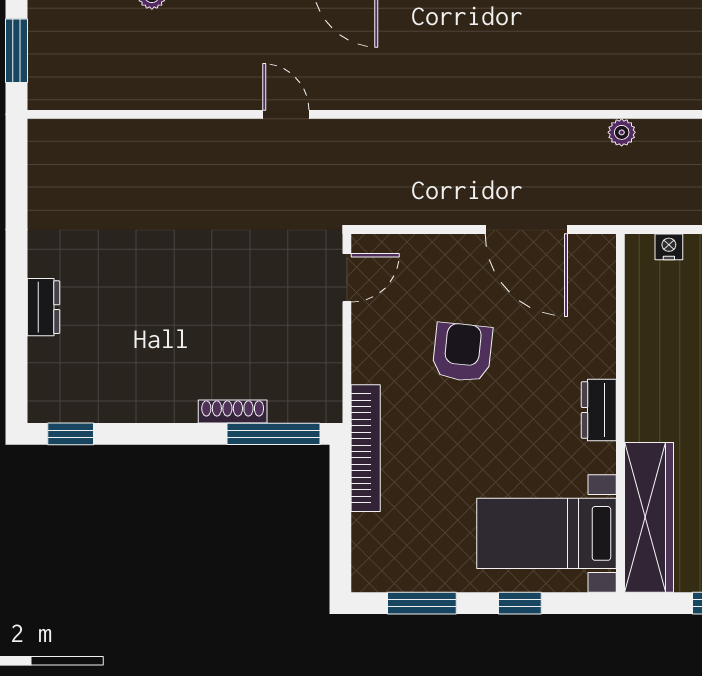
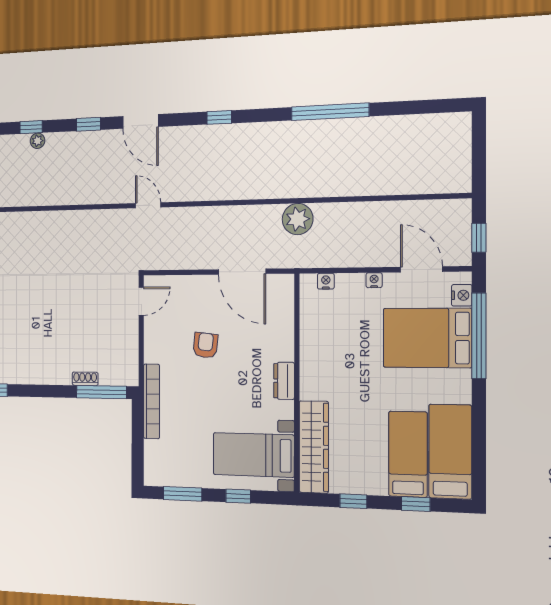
door: (286, 114) -> (148, 205), moved
plant: (622, 132) -> (298, 219), width x1.87, depth x1.87
armchair: (462, 352) -> (205, 345), width x0.72, depth x0.72
shoe rack: (233, 411) -> (85, 379), width x0.70

